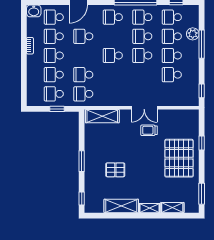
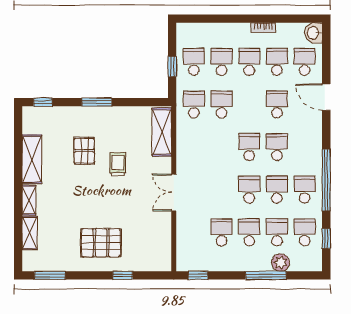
school desk: (113, 17) -> (277, 147), moved
trolley: (149, 130) -> (118, 164), moved
pallet: (179, 158) -> (101, 243), width x0.73, depth x0.71

